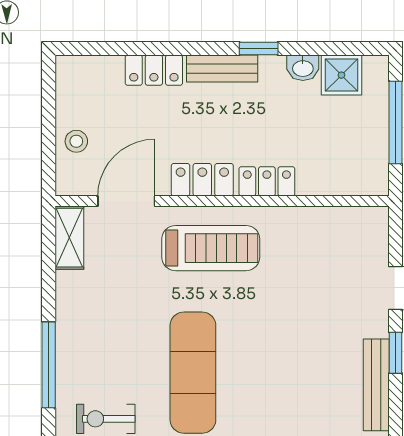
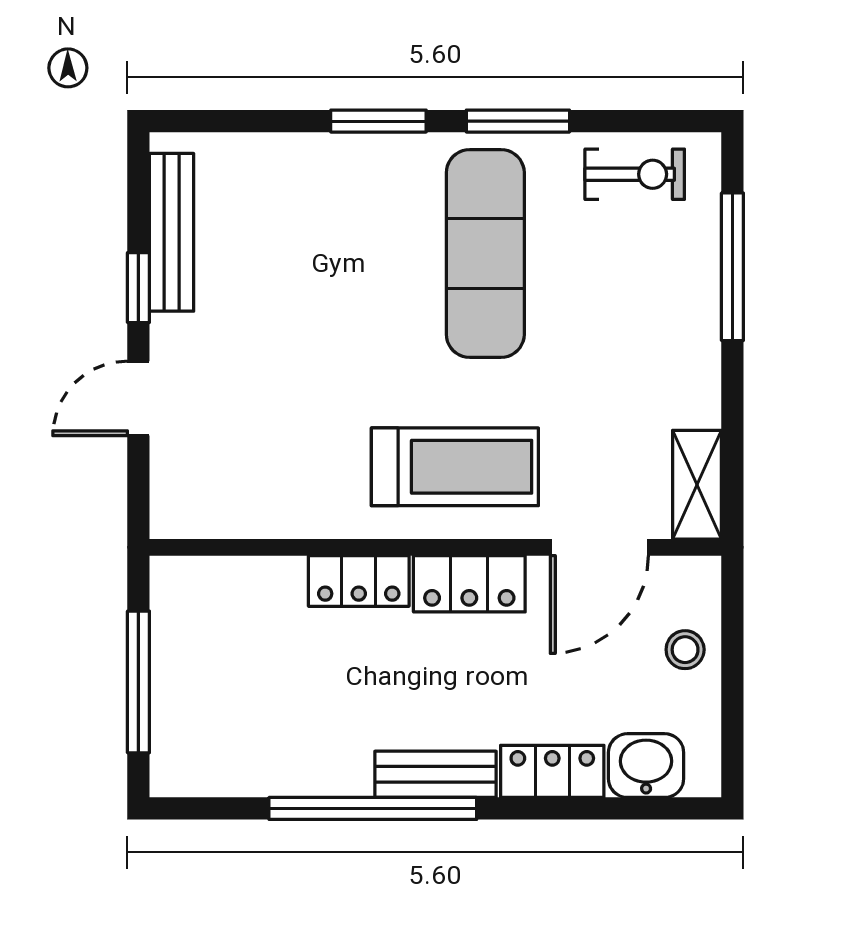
window: (259, 49) -> (373, 808), width x3.17
washbasin: (303, 68) -> (646, 766), moved, width x1.38, depth x1.45
shower: (341, 75) -> (231, 763), removed
treadmill: (211, 248) -> (455, 467), turned 180

